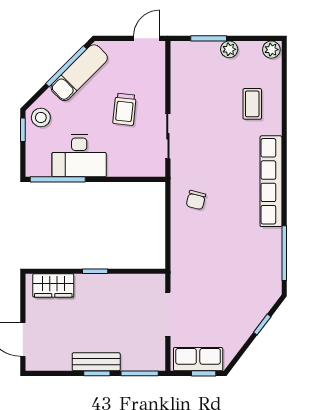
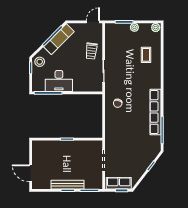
trolley: (125, 109) -> (91, 51), moved
row of seats: (271, 181) -> (155, 112), moved
wardrobe: (53, 285) -> (46, 146), removed
bench: (96, 362) -> (67, 185), width x1.36

